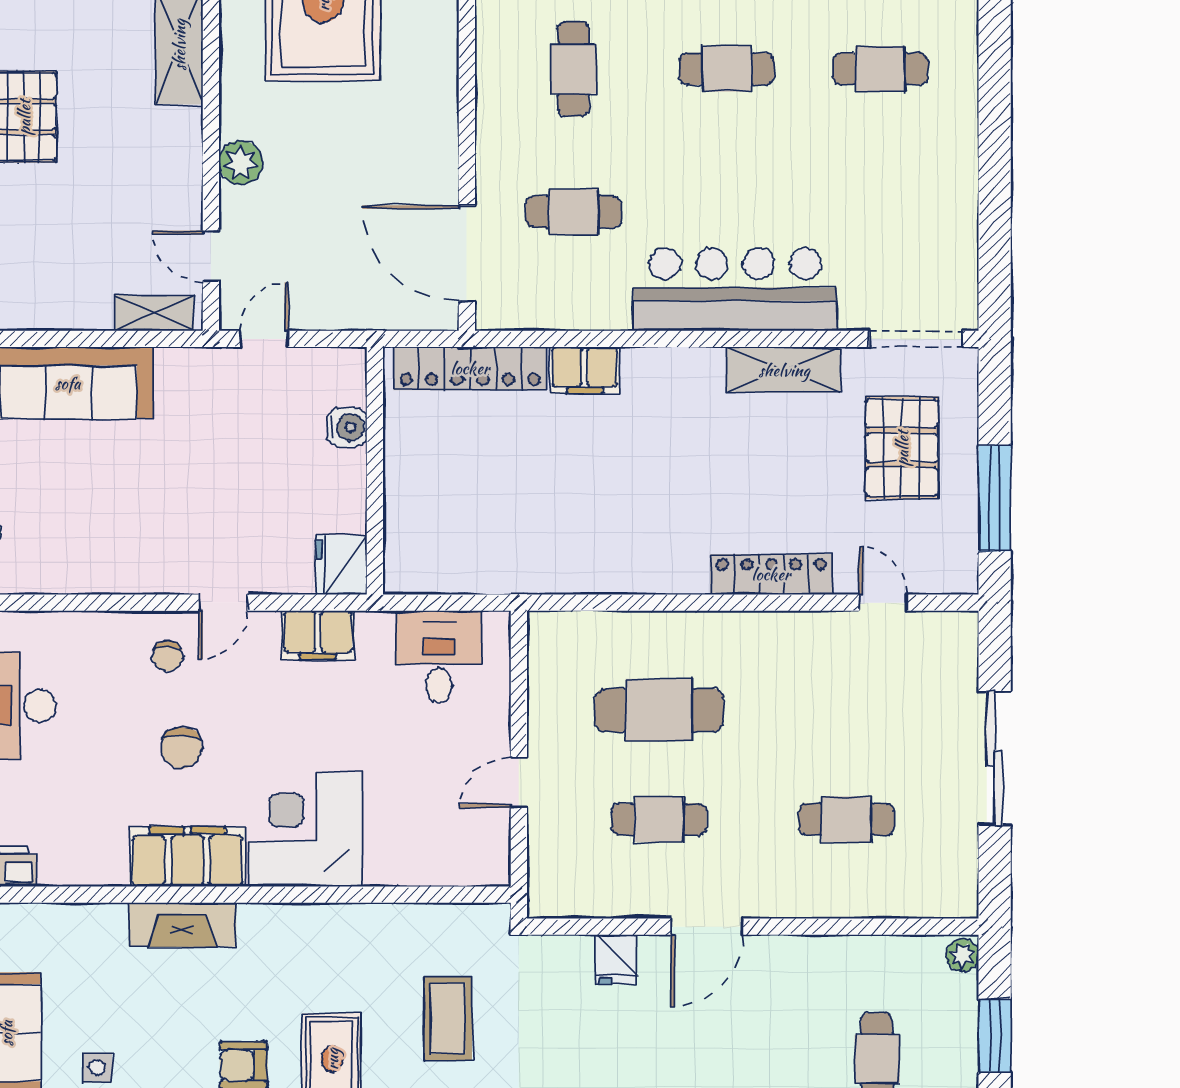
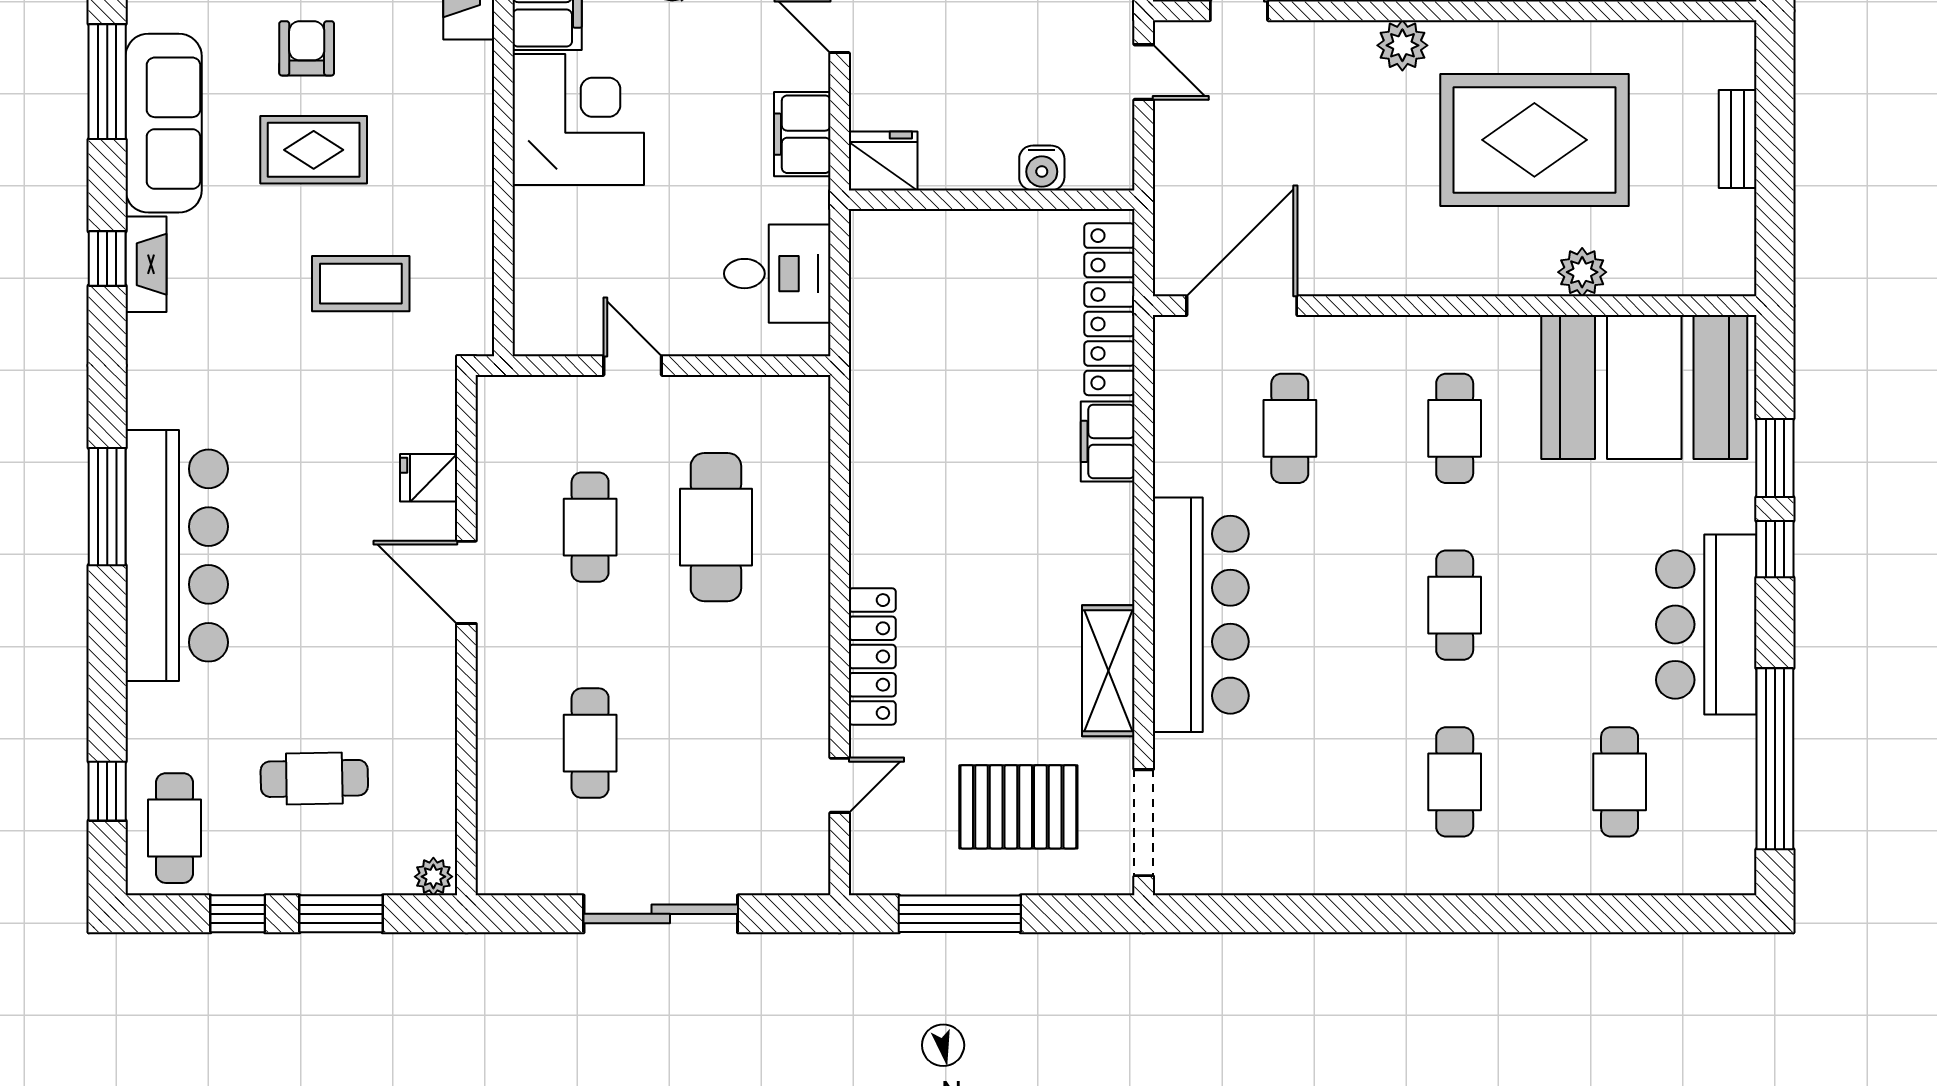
cafe table: (573, 69) -> (1455, 428), turned 90
plant: (241, 163) -> (1402, 45), moved

